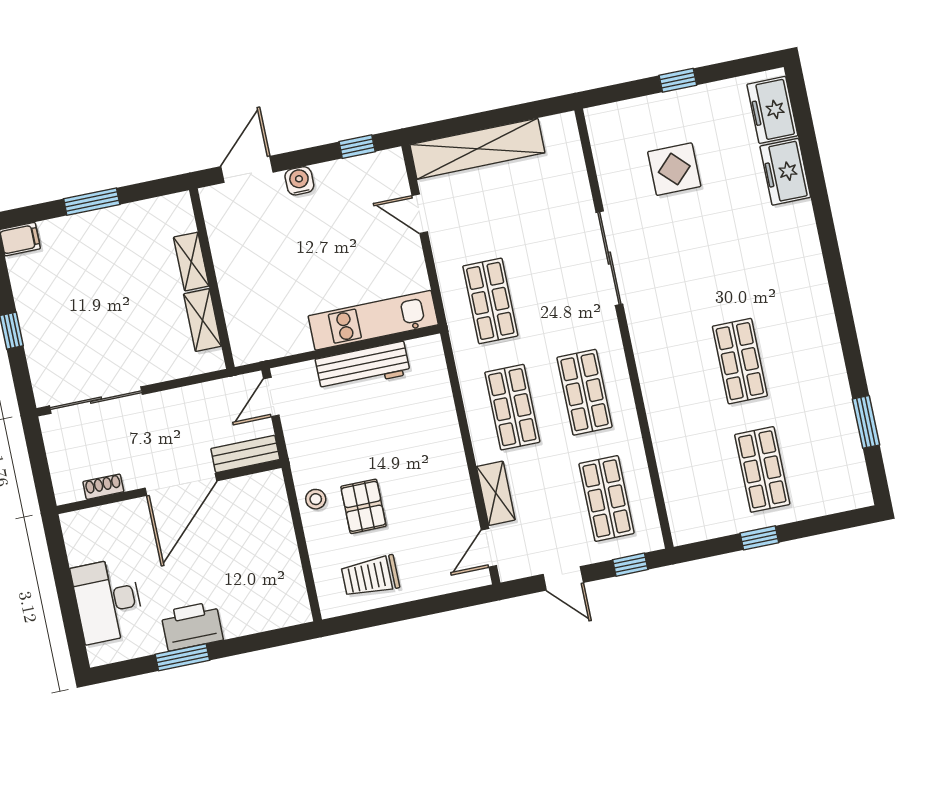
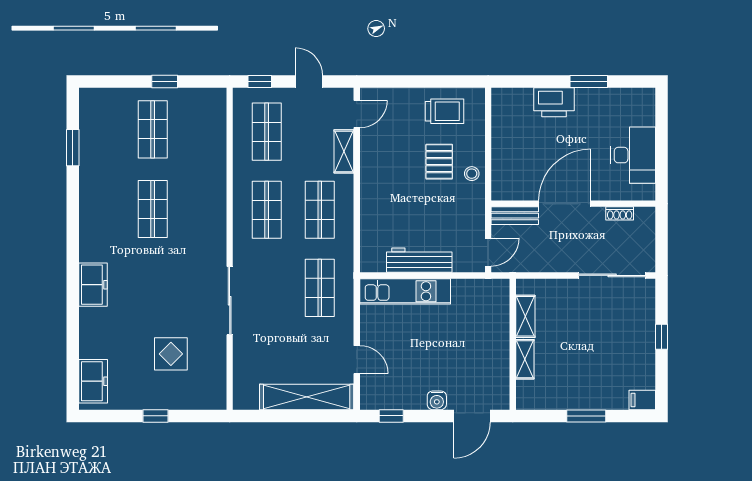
freezer: (785, 172) -> (93, 285), moved
desk: (108, 601) -> (633, 155), moved
printer: (192, 626) -> (554, 102), moved

